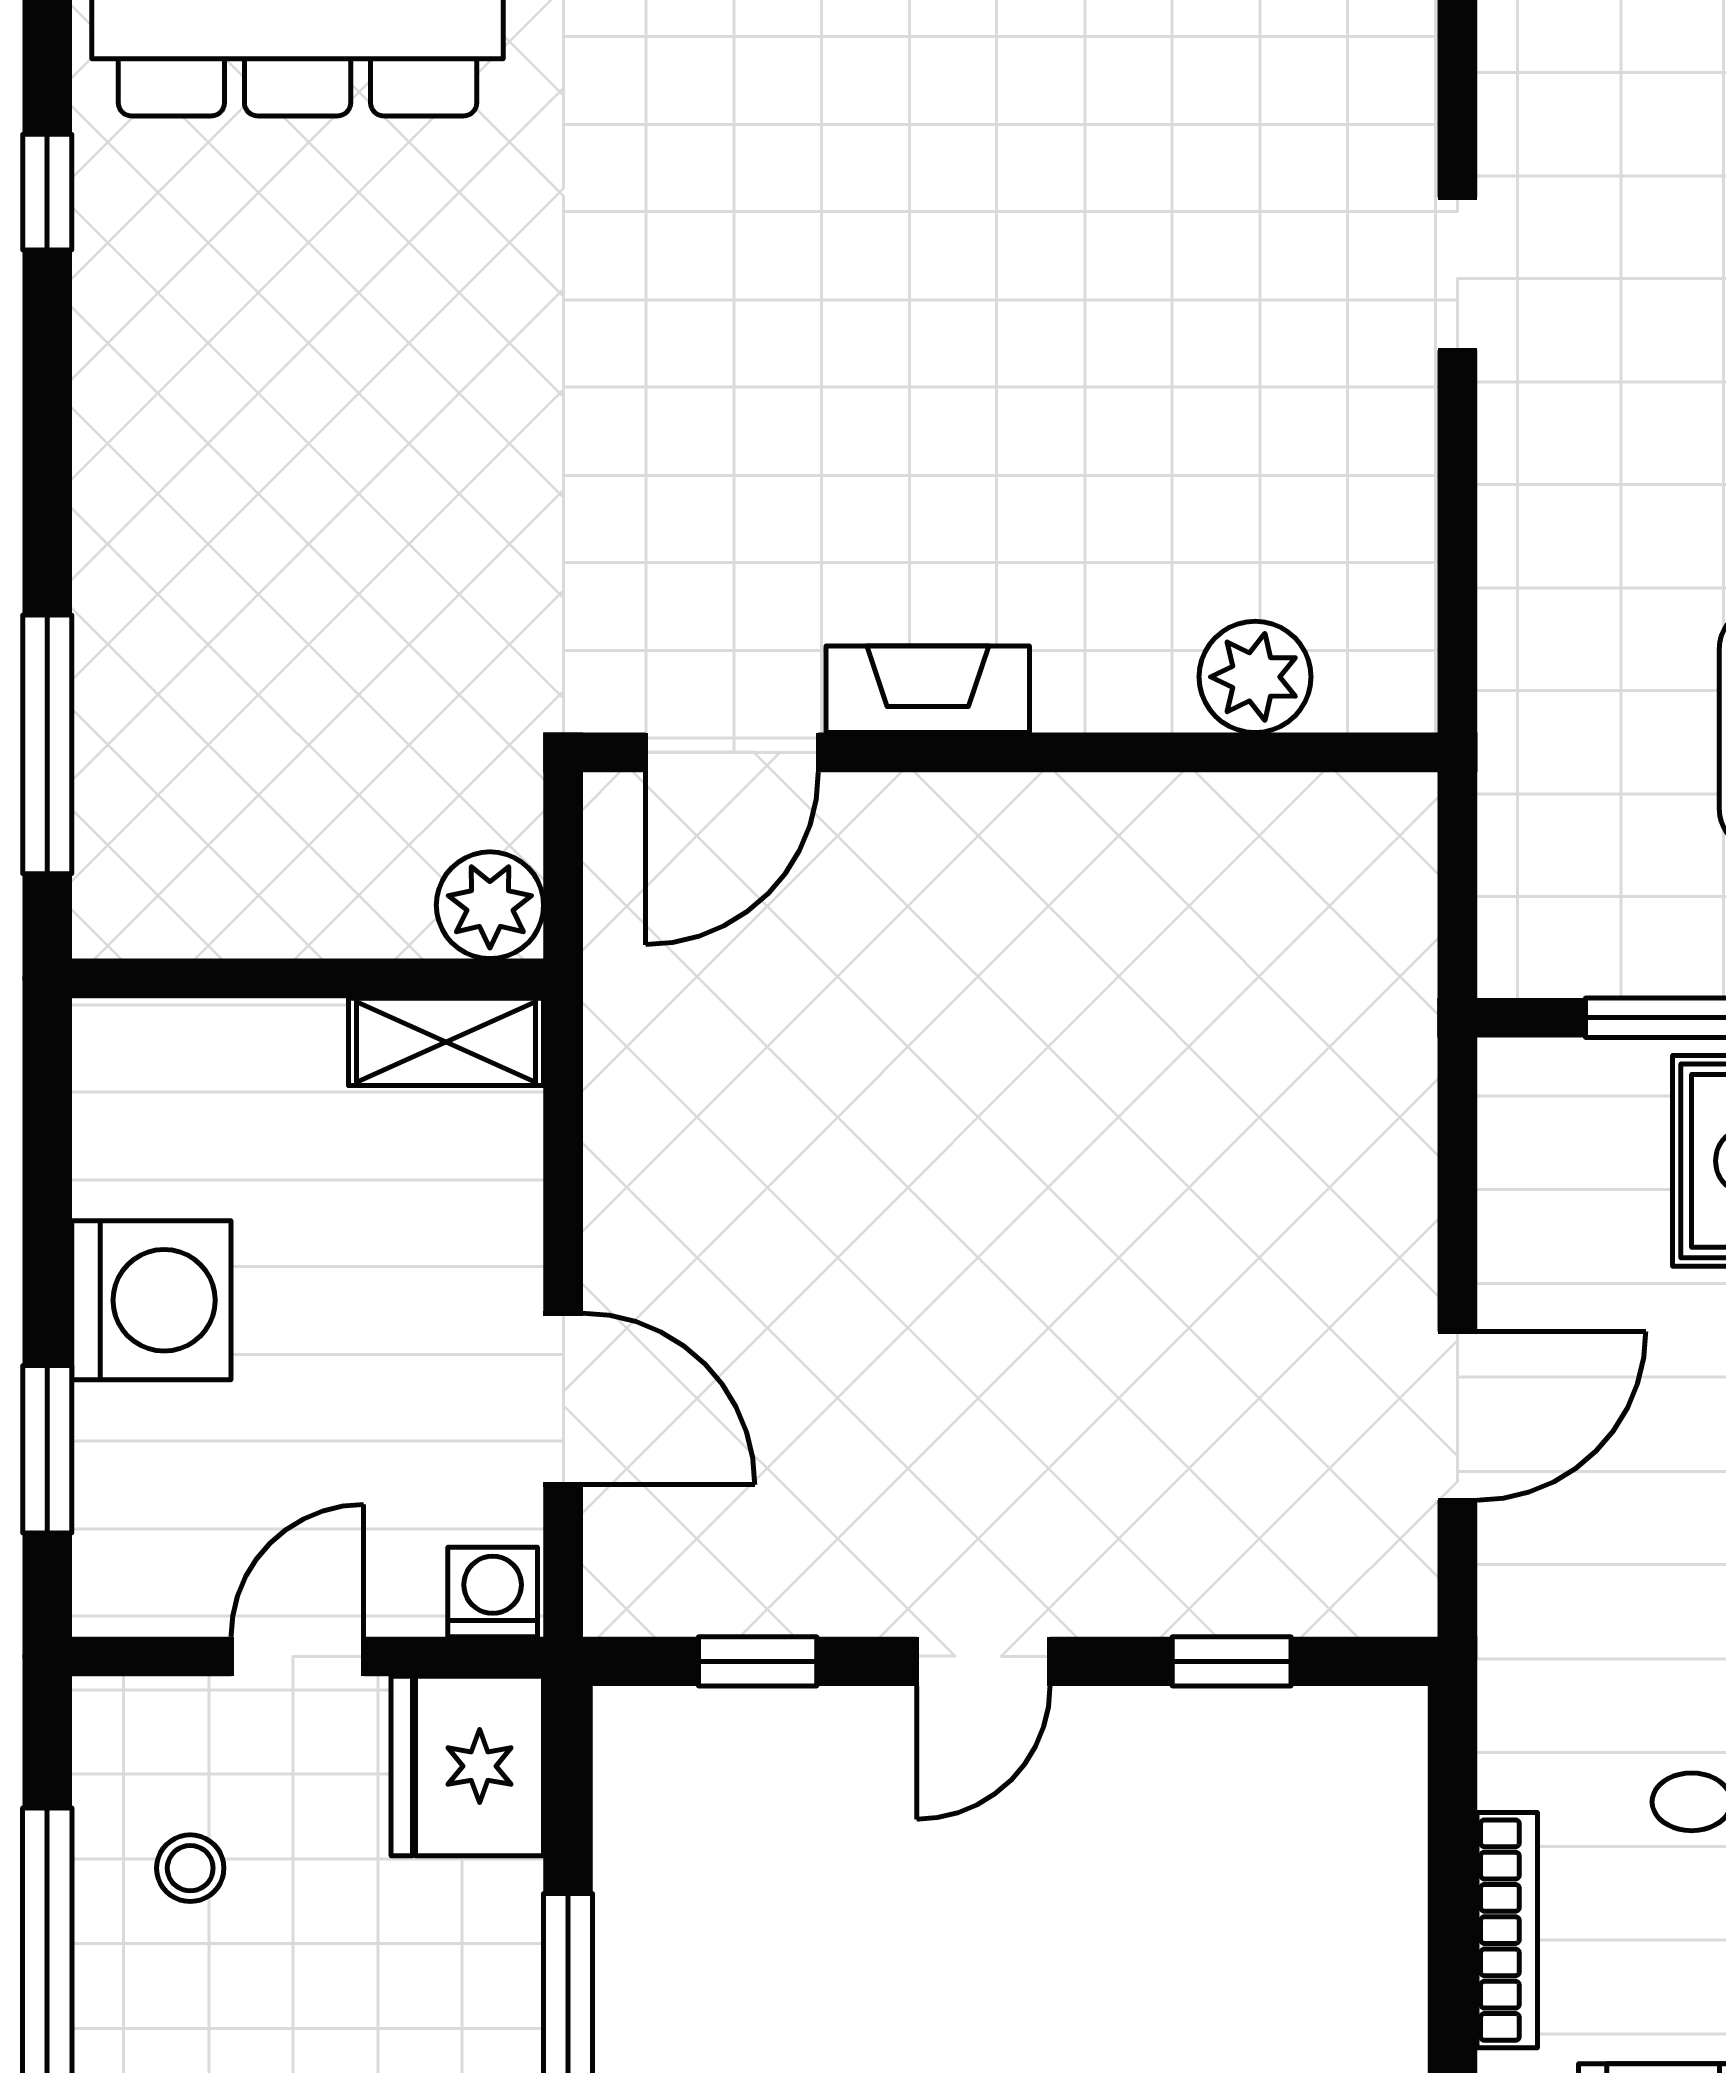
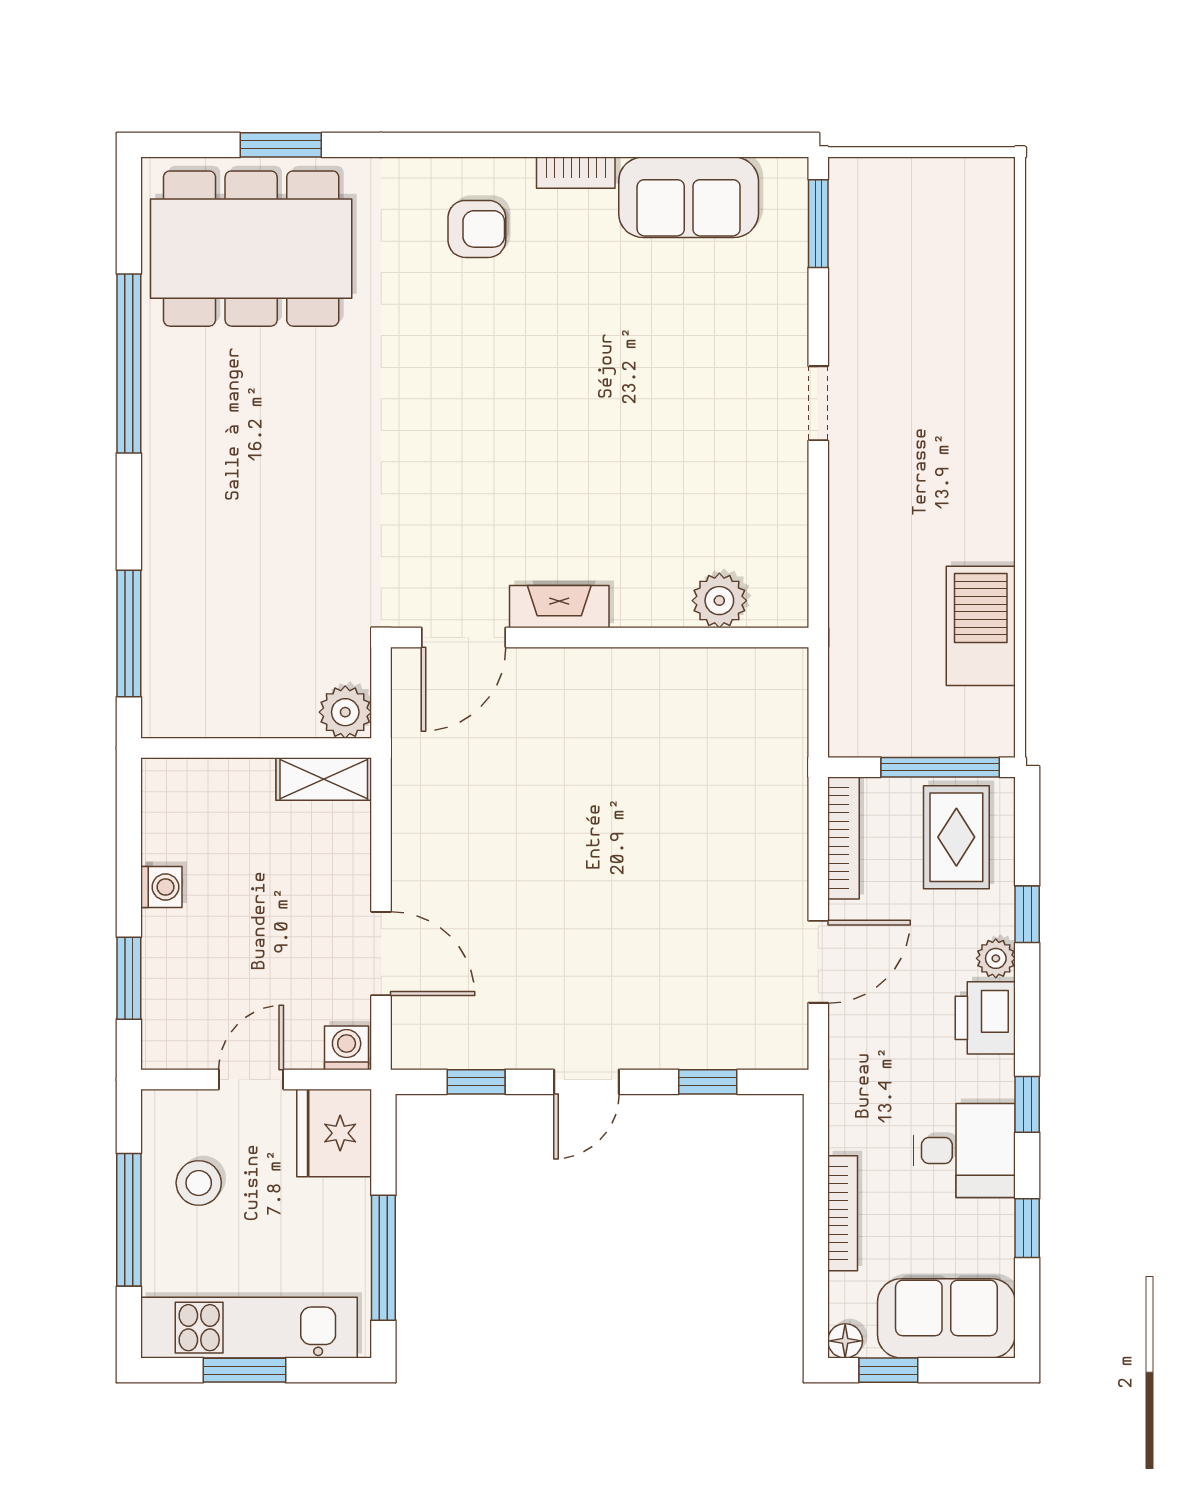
window: (47, 192) -> (129, 363), width x3.17
bookcase: (1509, 1162) -> (844, 838), added
washing machine: (151, 1300) -> (161, 887), width x0.53, depth x0.53
stool: (190, 1868) -> (199, 1183), width x1.37, depth x1.37

